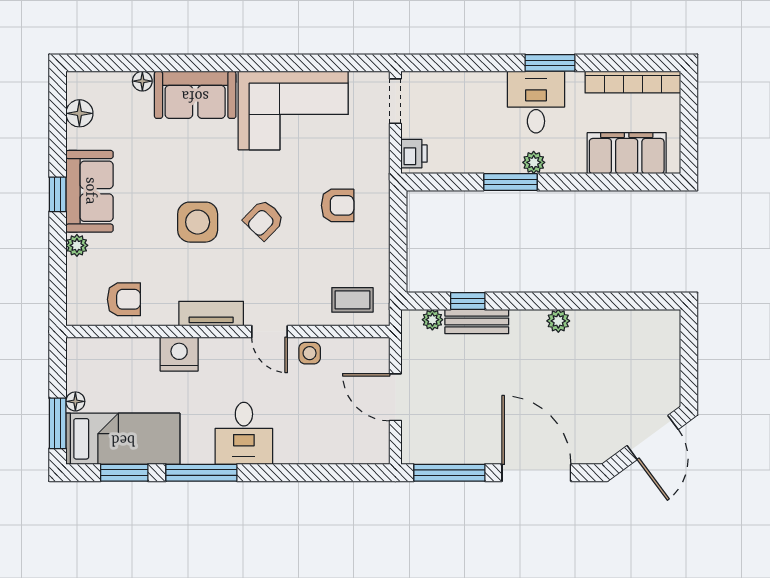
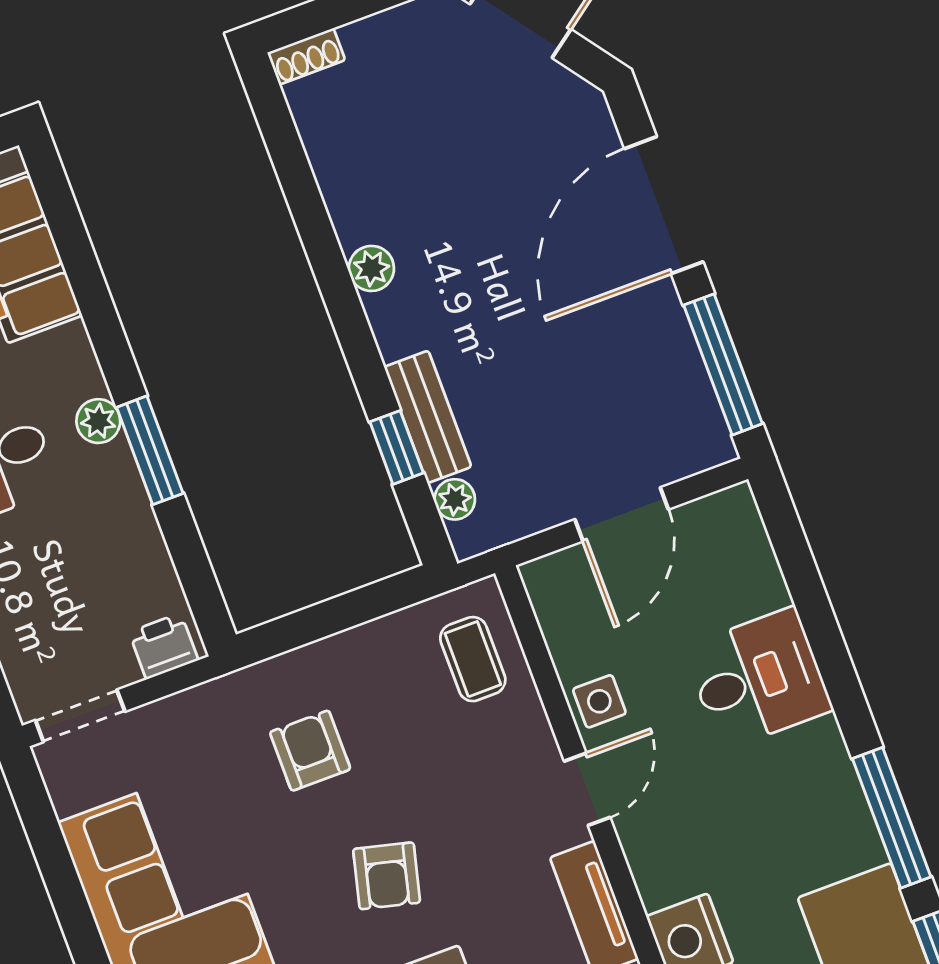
armchair: (264, 220) -> (387, 876), turned 60
shoe rack: (672, 328) -> (306, 56), added
desk: (244, 433) -> (758, 679), moved

